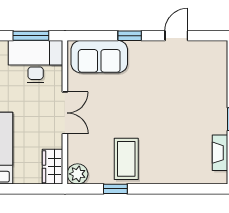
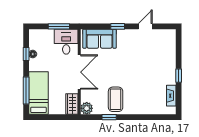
desk: (36, 62) -> (66, 42), width x0.73
double door: (65, 113) -> (79, 72), width x1.37

